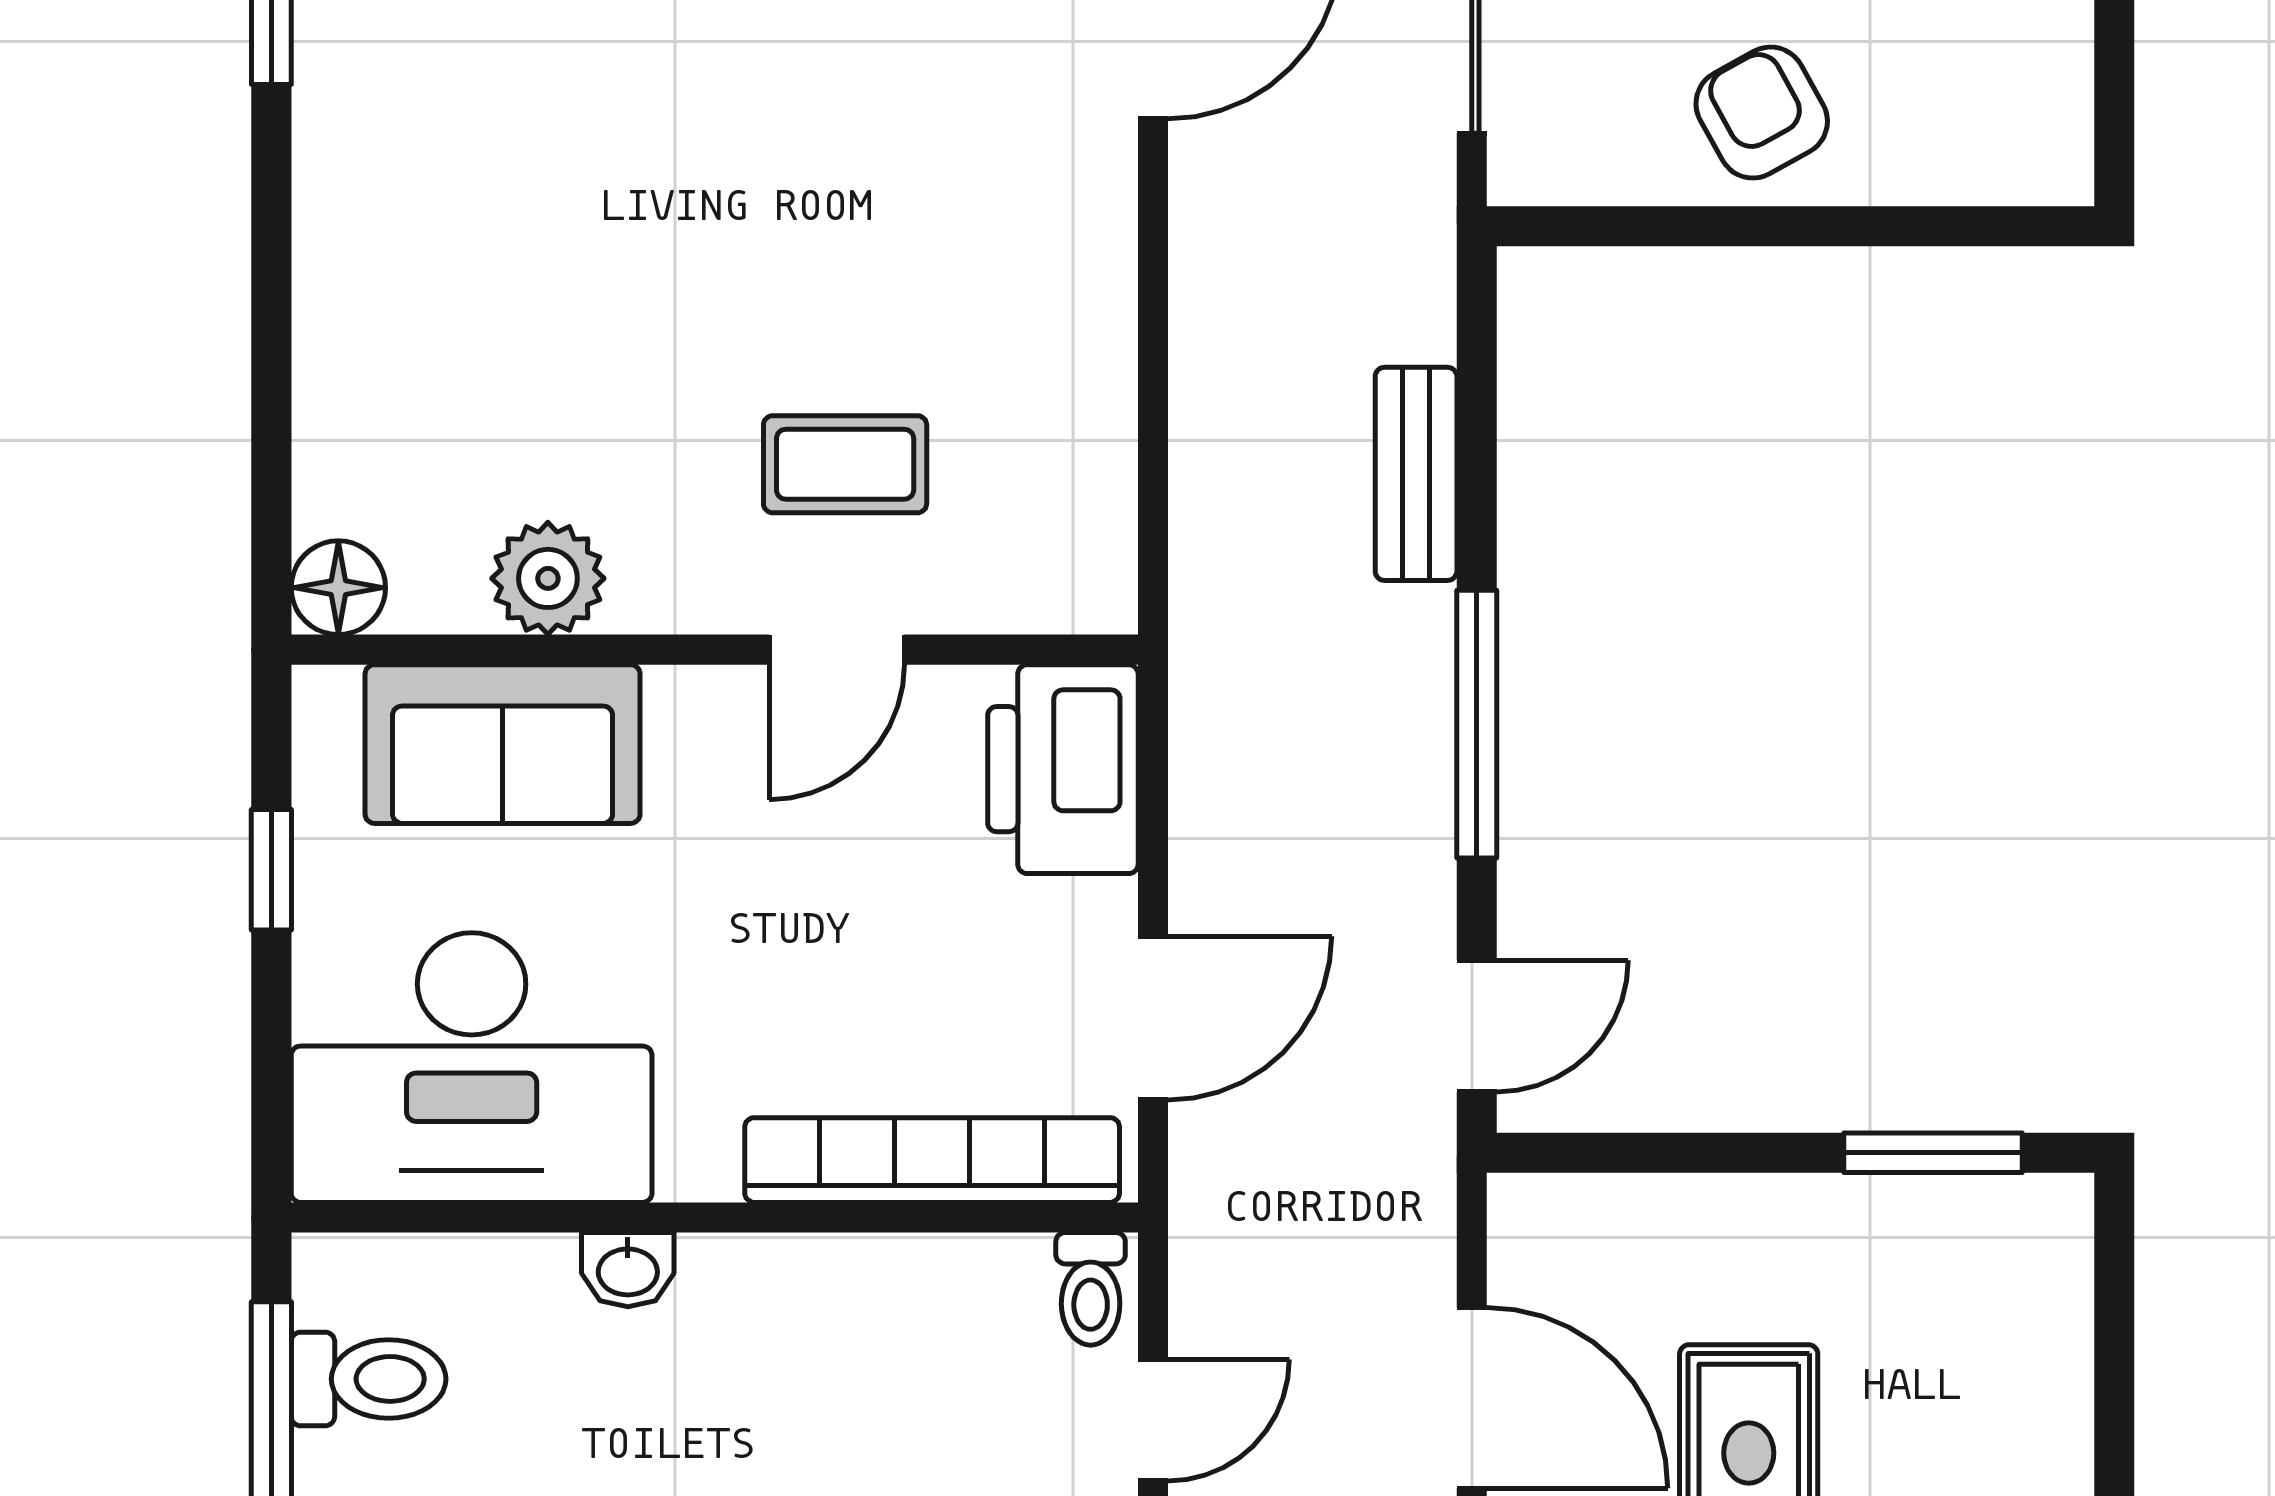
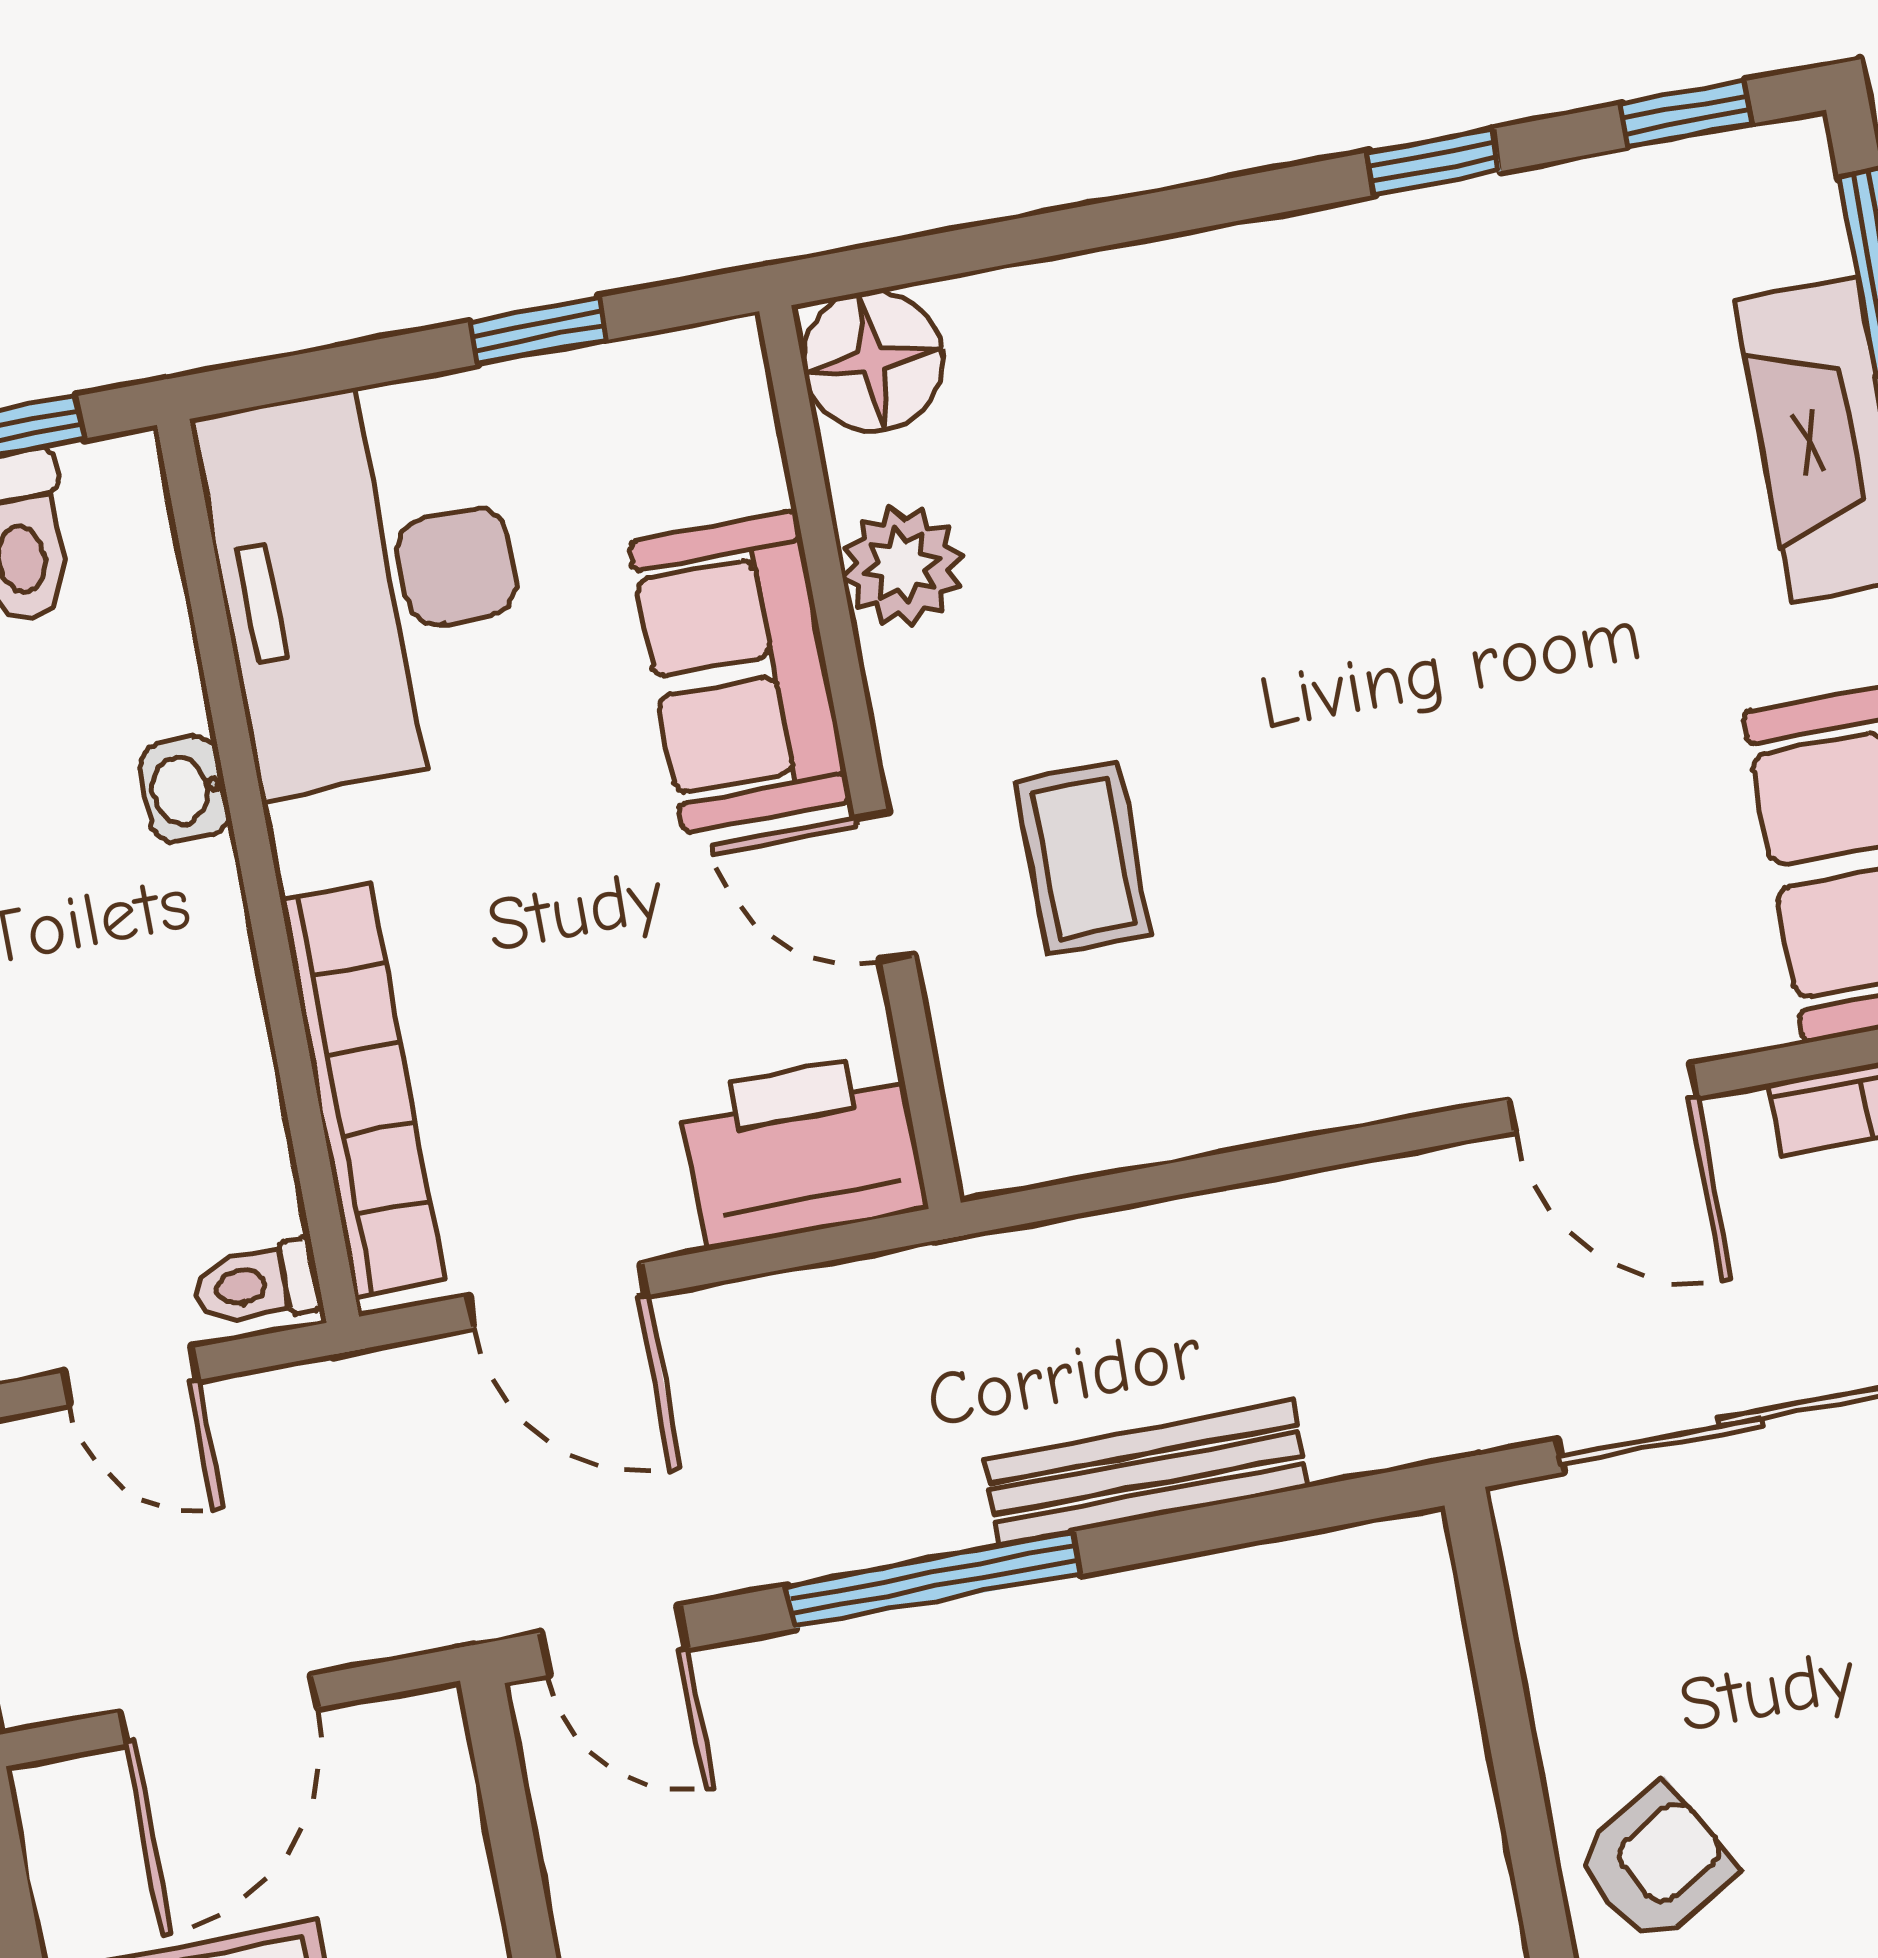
armchair: (1762, 113) -> (1656, 1863), moved
bench: (1416, 474) -> (1146, 1473), width x1.36
floor lamp: (338, 588) -> (873, 361), width x1.38, depth x1.38
sofa: (503, 744) -> (740, 672), moved

